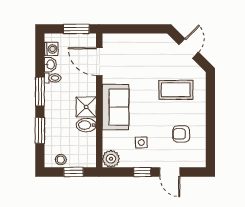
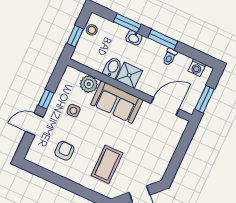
washbasin: (50, 64) -> (134, 38), moved
plant: (111, 159) -> (89, 84), moved

